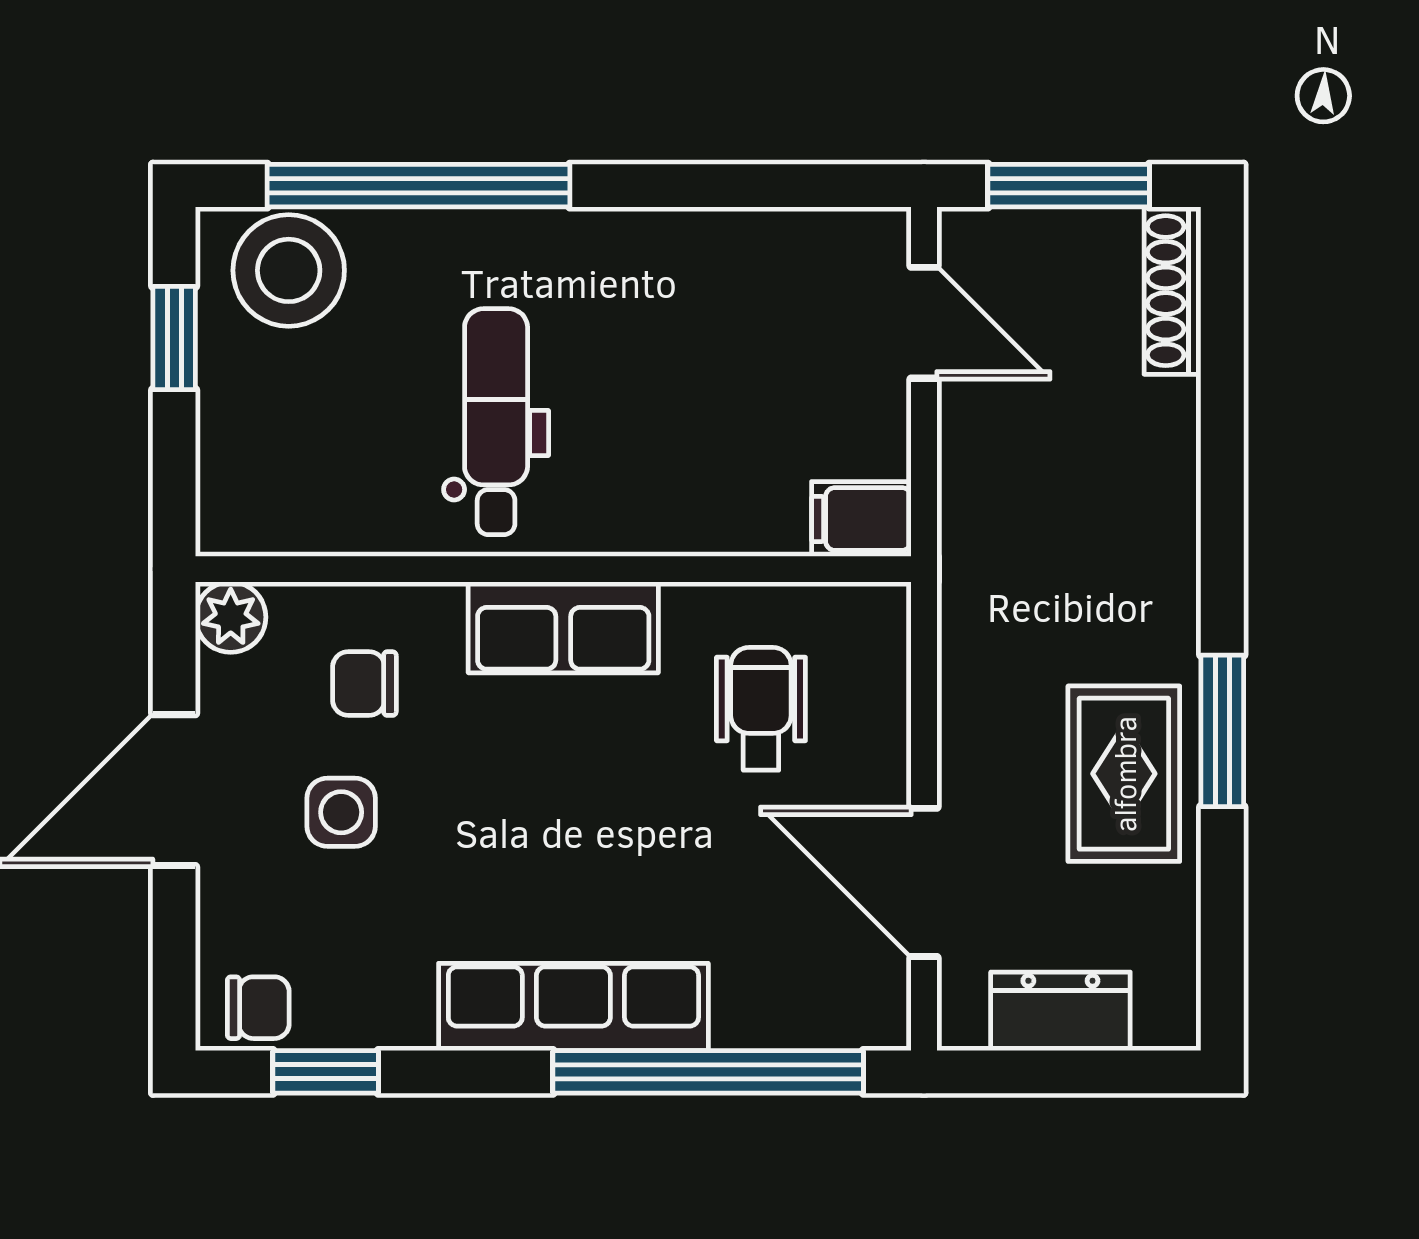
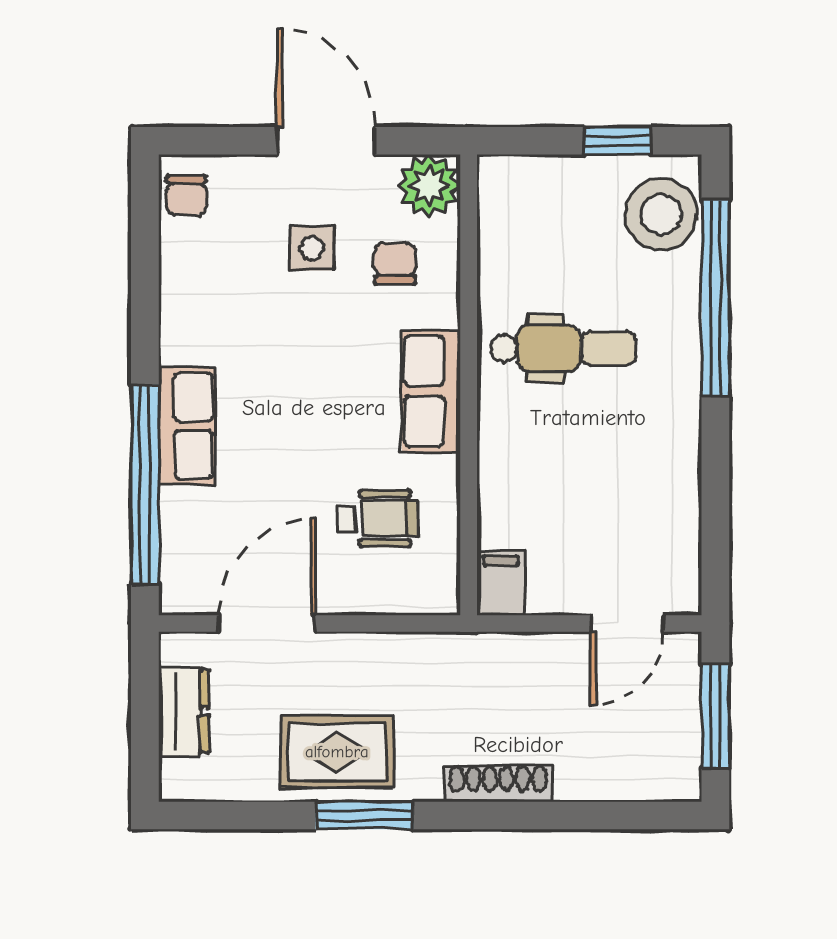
shoe rack: (1173, 291) -> (498, 783), moved
plant: (231, 617) -> (429, 186), width x1.38, depth x1.38
row of seats: (573, 1007) -> (187, 426), width x0.68
window: (326, 1072) -> (145, 238), removed

